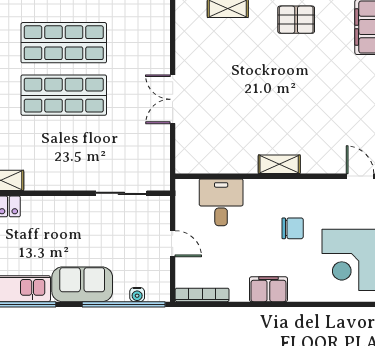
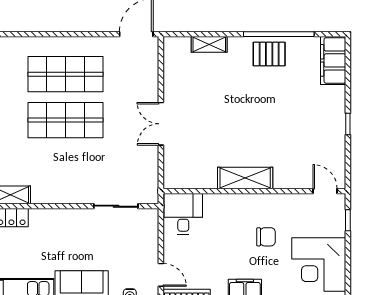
shelving: (279, 164) -> (245, 178), width x1.50, depth x1.33
desk: (221, 202) -> (183, 214), moved
door: (173, 244) -> (161, 275), moved

